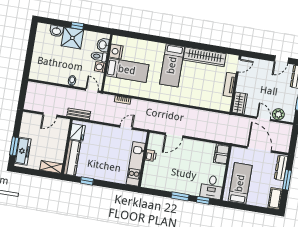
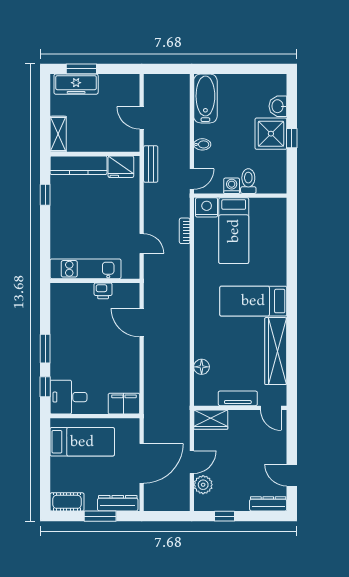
washbasin: (103, 45) -> (268, 185), removed
nightstand: (116, 51) -> (207, 207), moved
bathtub: (45, 74) -> (205, 98), added
floor lamp: (207, 103) -> (202, 367), added

